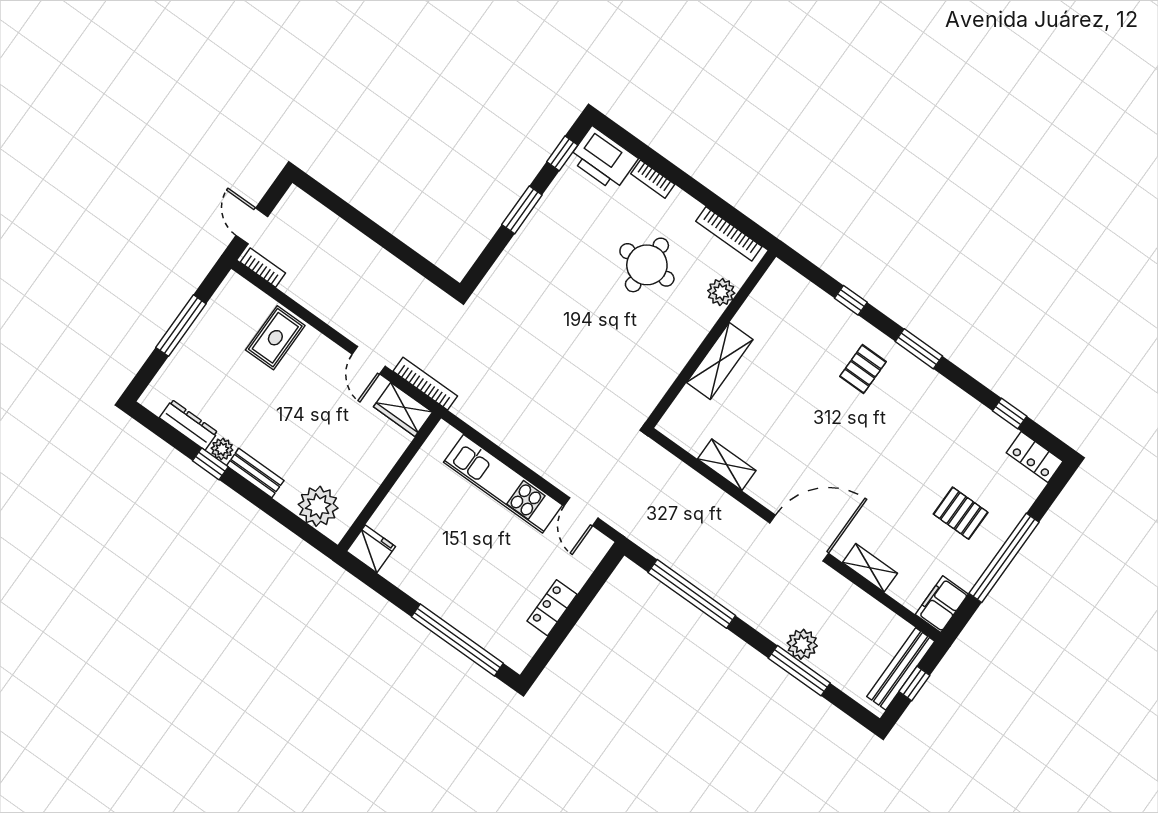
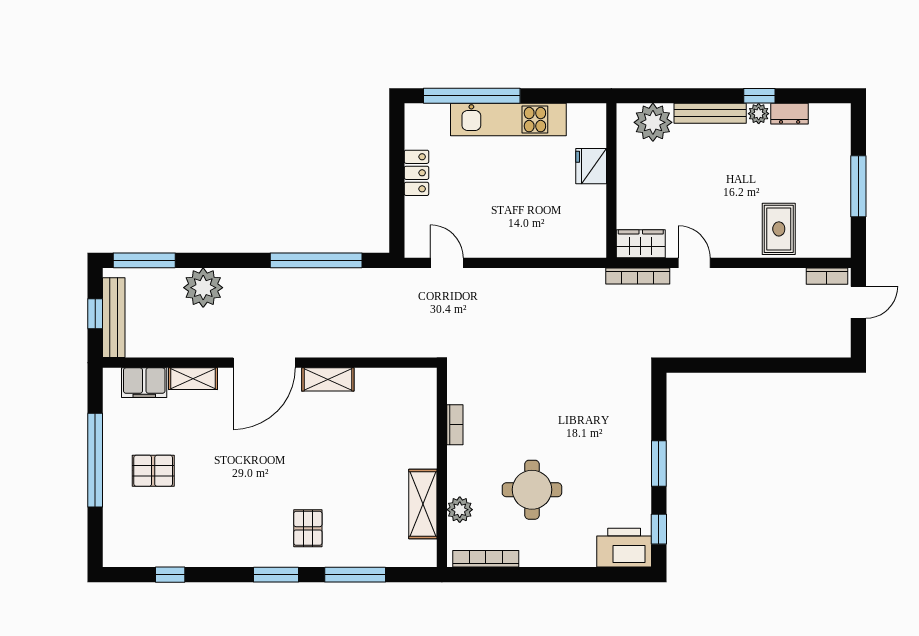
bookcase: (653, 179) -> (455, 425), moved, turned 90
door: (252, 226) -> (858, 302), hinge flipped
window: (851, 300) -> (355, 575), width x2.17
shelving: (720, 361) -> (423, 504), moved
dresser: (189, 425) -> (790, 114), width x0.70
locker: (1035, 457) -> (127, 555), removed
shelving: (727, 465) -> (328, 379), moved
bench: (255, 473) -> (710, 113), width x1.36
kitchen unit: (503, 484) -> (508, 120), moved, turned 180
fridge: (371, 549) -> (591, 166), moved, turned 90
filing cabinet: (942, 604) -> (144, 383), moved, turned 90
plant: (802, 644) -> (203, 288), width x1.36, depth x1.36
window: (799, 671) -> (144, 260), moved

